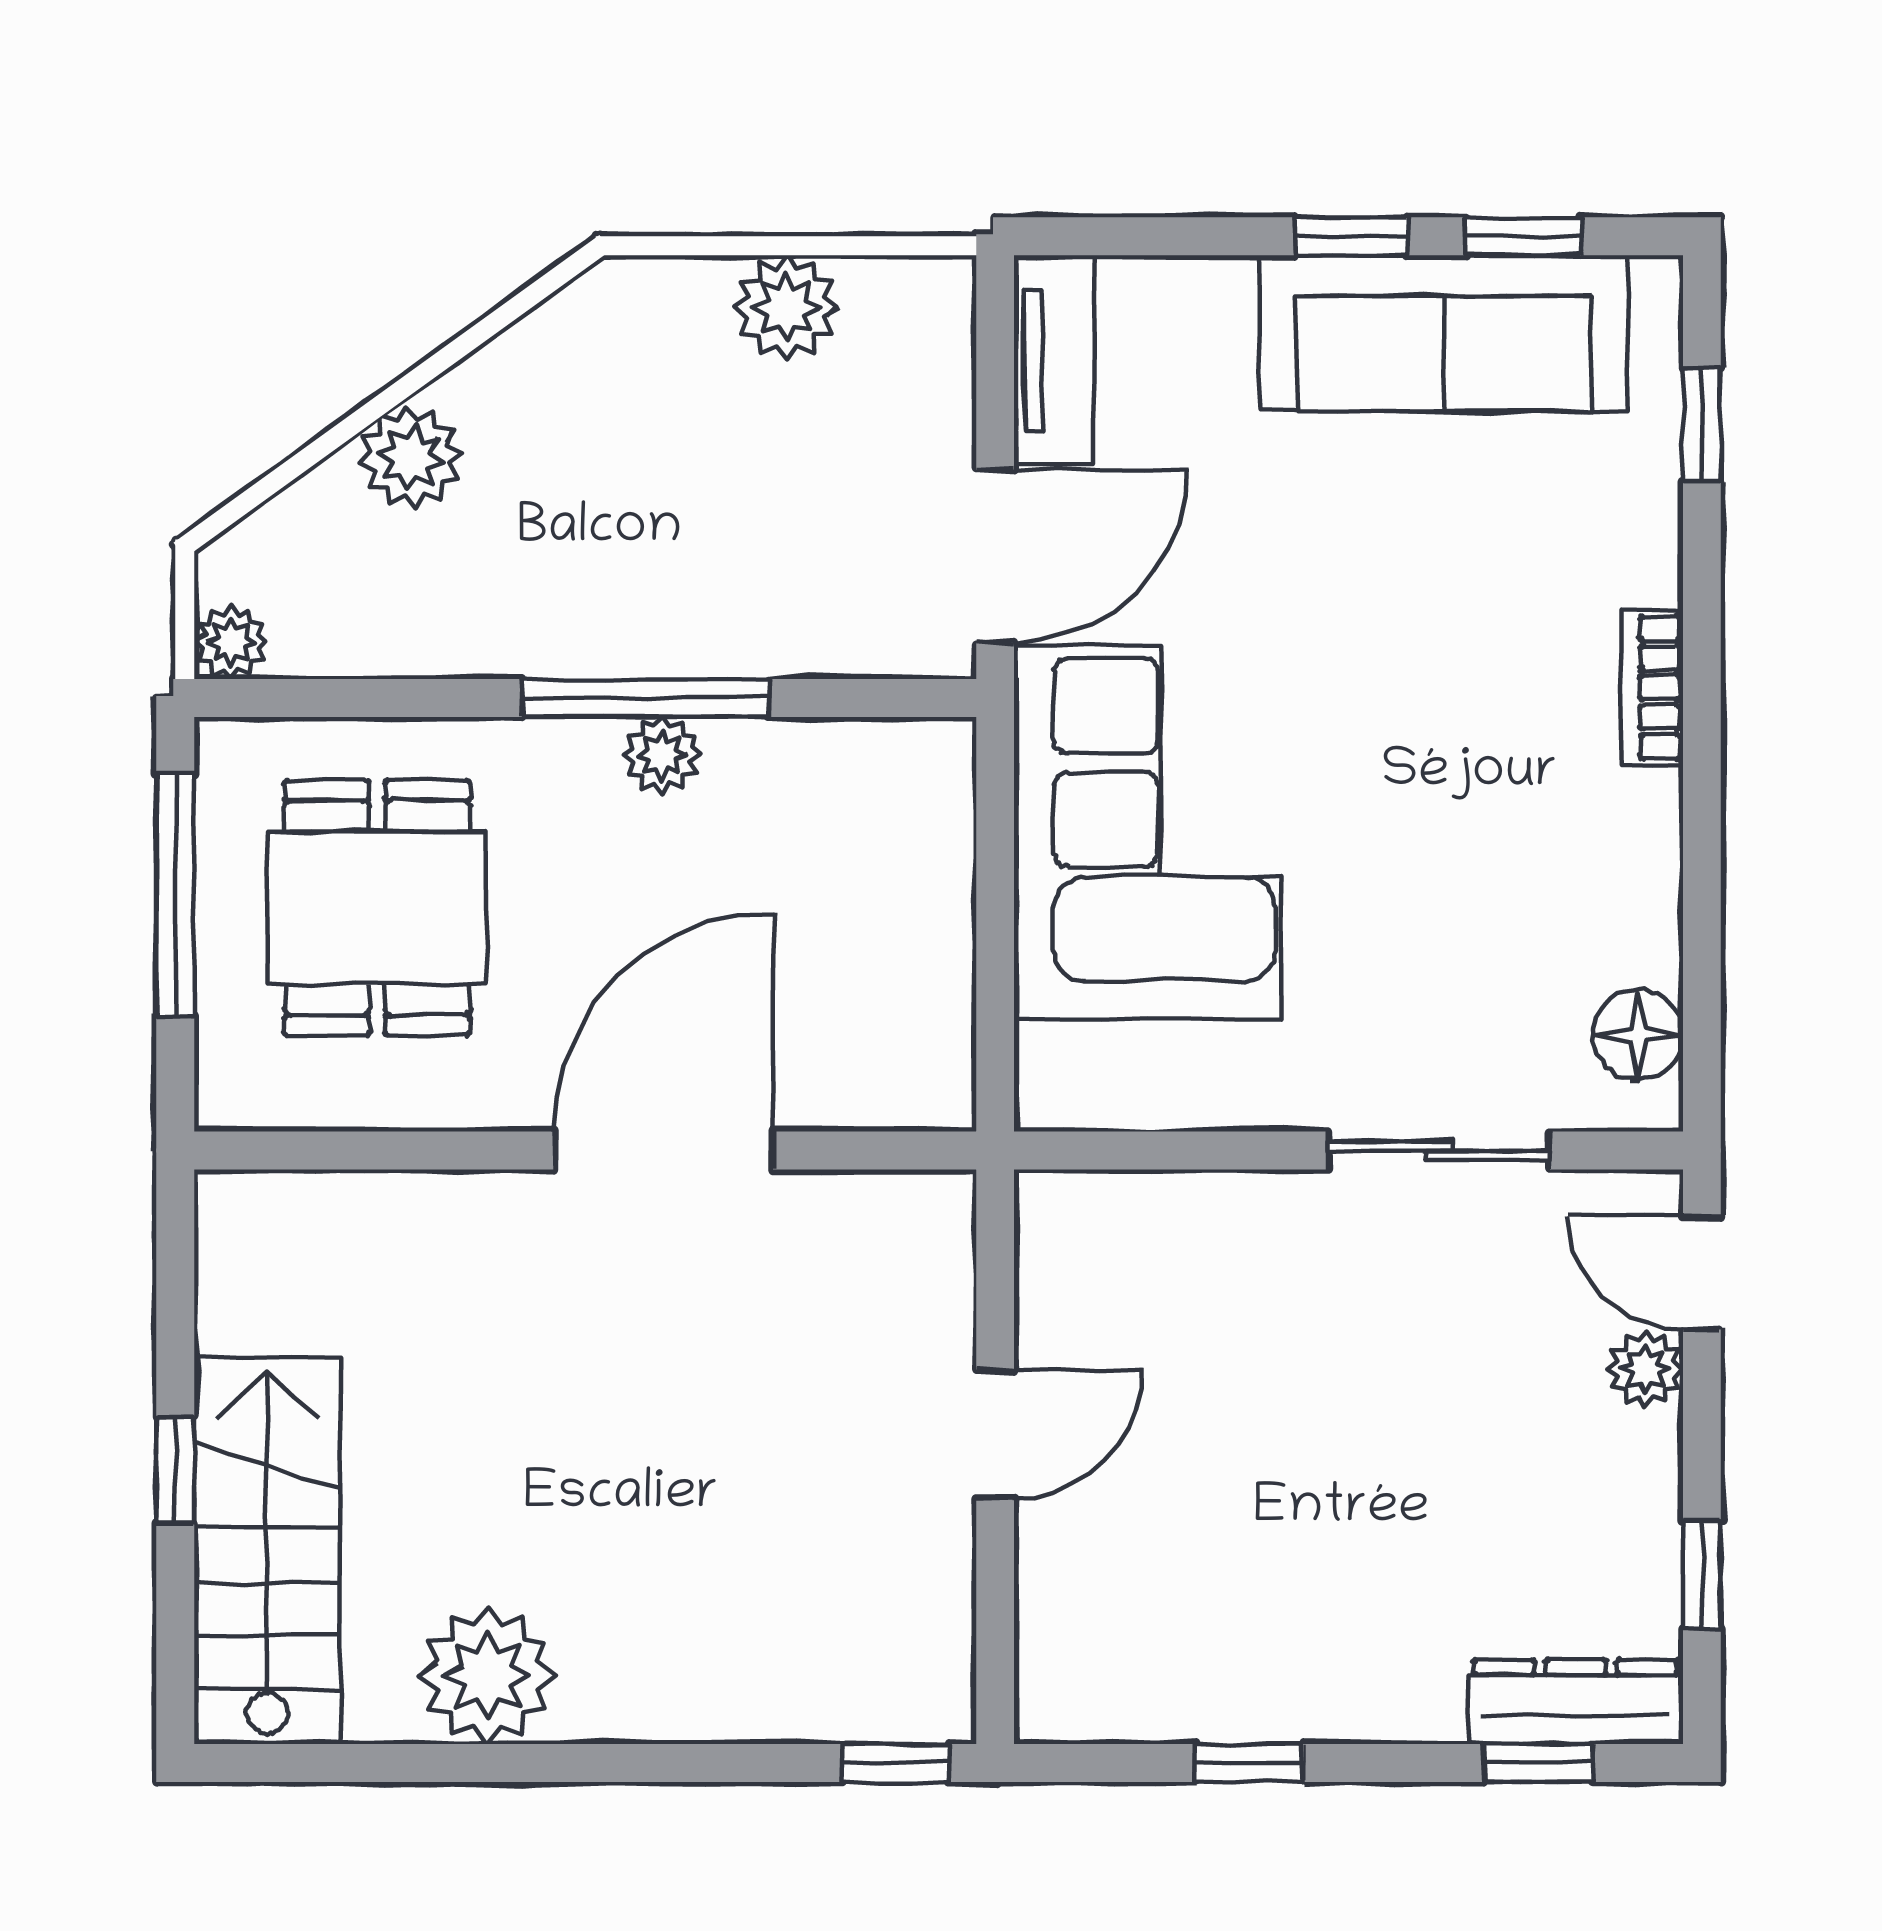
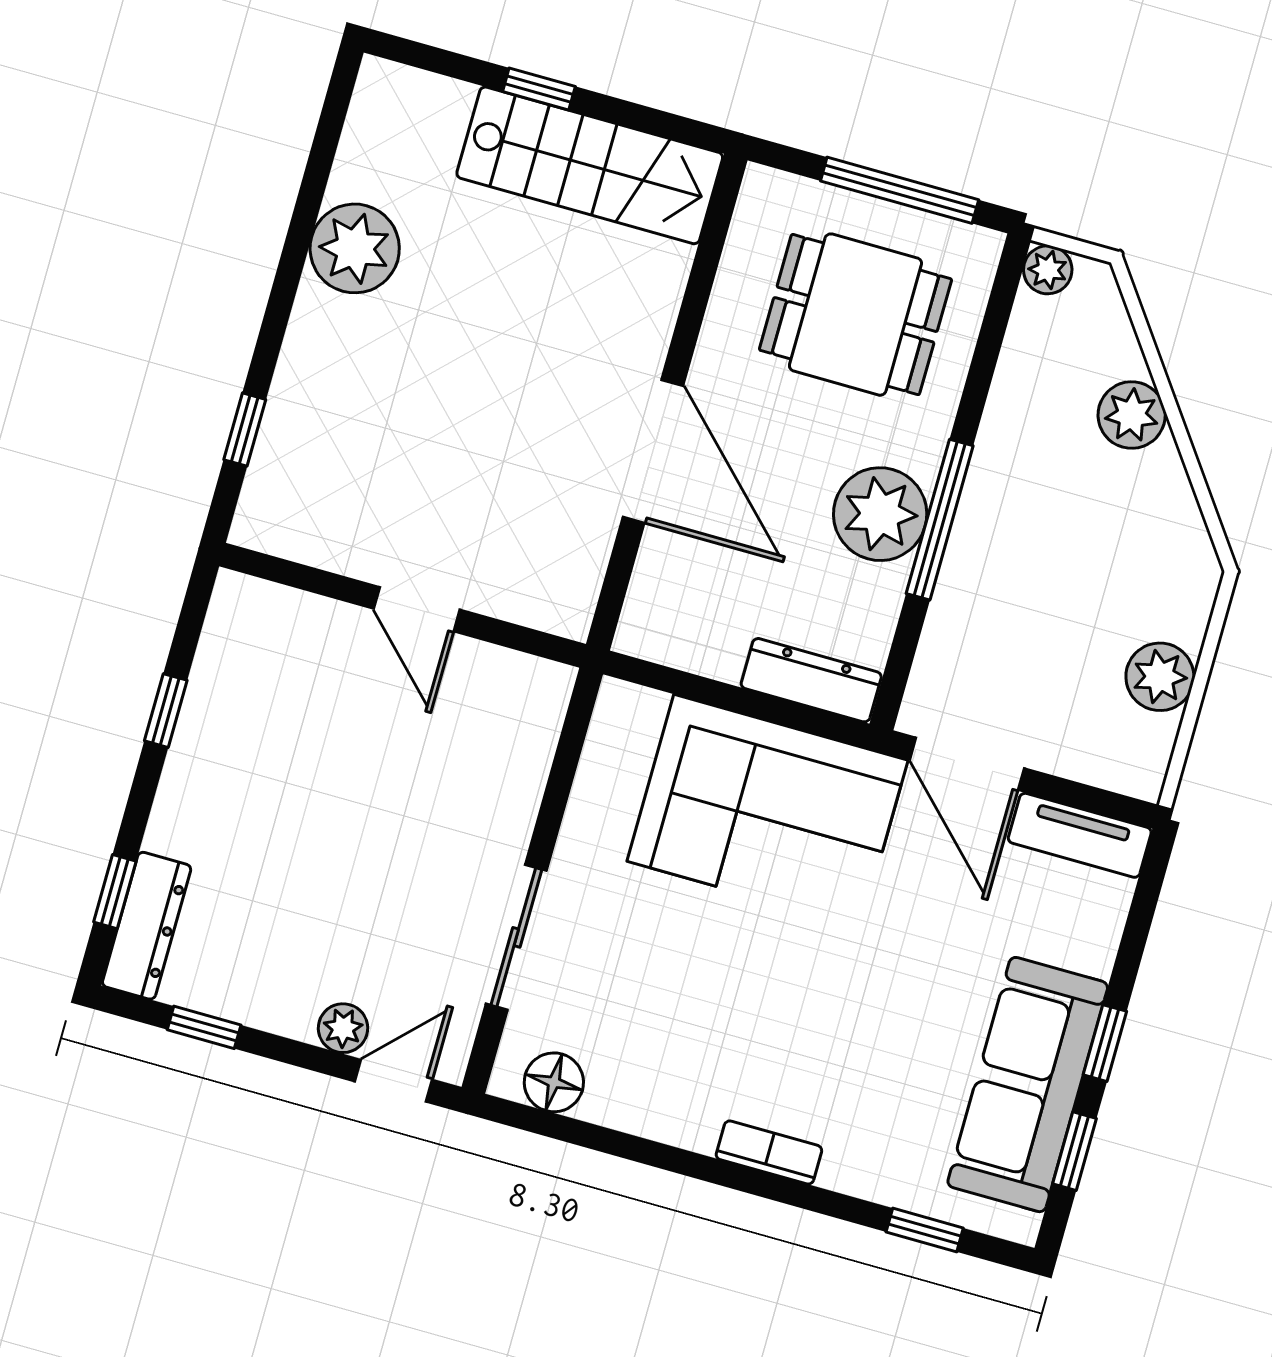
plant: (662, 755) -> (880, 514), width x1.88, depth x1.88
dresser: (936, 821) -> (811, 680), added
stairs: (267, 1551) -> (590, 165), moved
window: (896, 1763) -> (245, 430), moved

